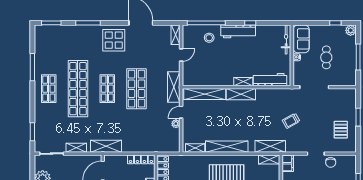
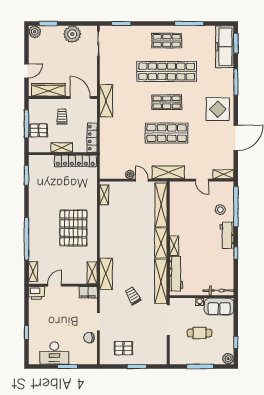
workbench: (238, 31) -> (227, 235), width x0.73
freezer: (54, 34) -> (225, 47), added
shelving: (227, 147) -> (161, 281), moved
shelving: (76, 148) -> (104, 70), removed

